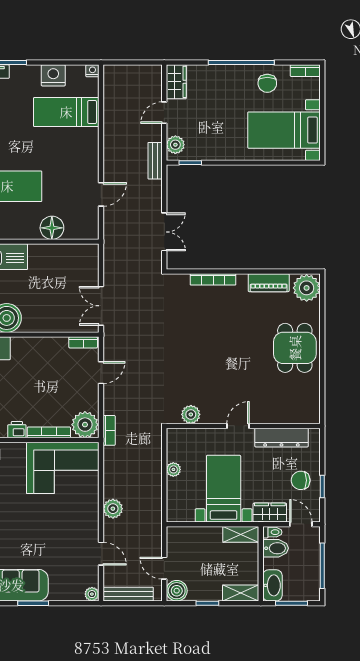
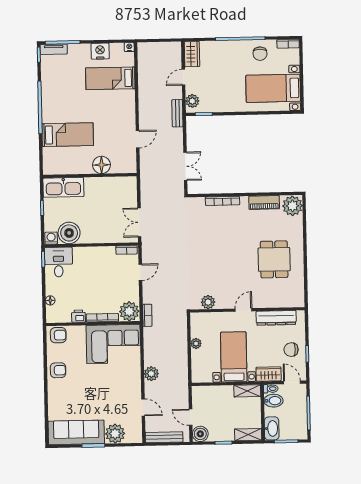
dining table: (295, 348) -> (274, 259), moved
plant: (92, 594) -> (115, 434), moved, width x1.88, depth x1.88

